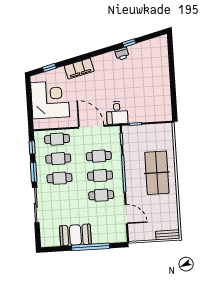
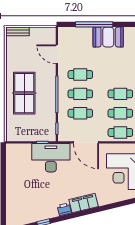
printer: (122, 54) -> (64, 209), moved
window: (49, 68) -> (124, 203), removed
filing cabinet: (79, 69) -> (84, 203), moved
desk: (117, 113) -> (51, 158), width x1.87, depth x1.30

